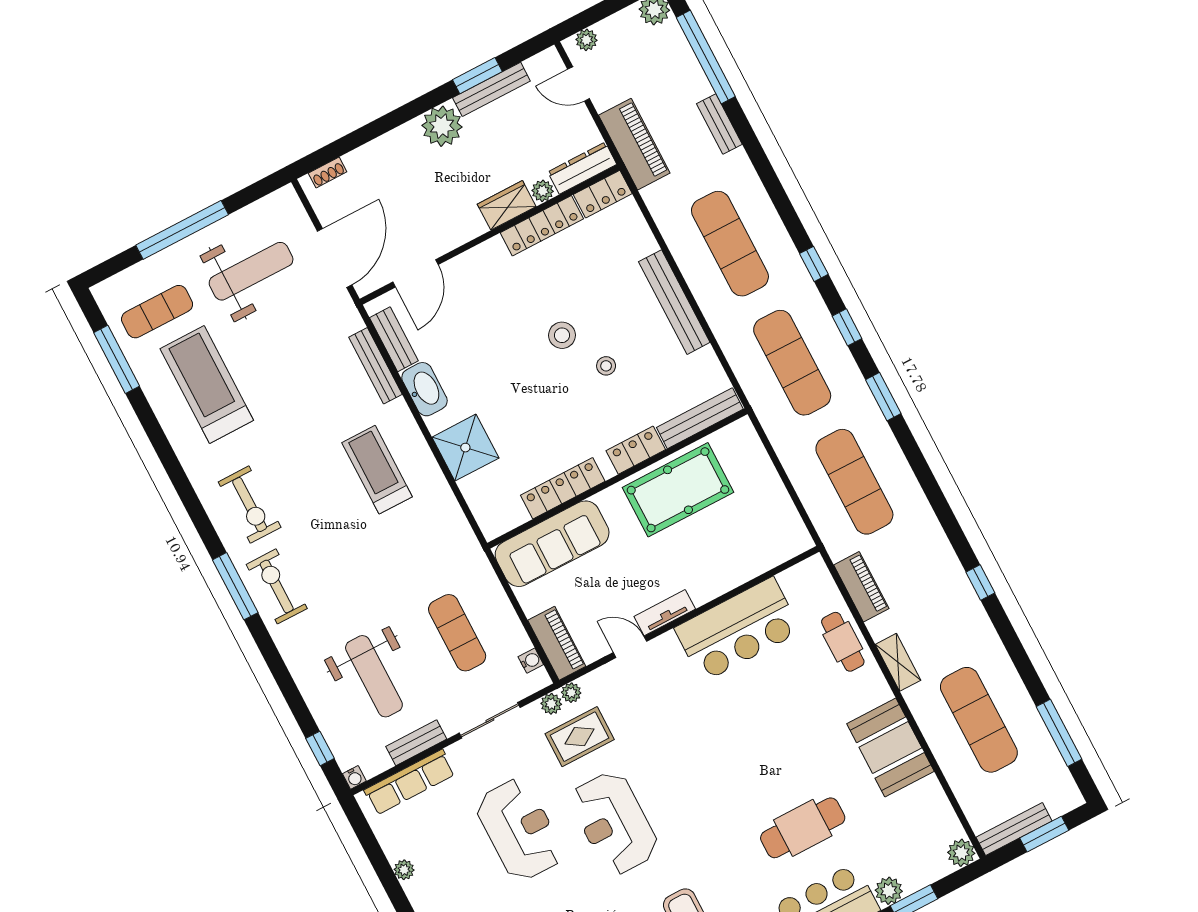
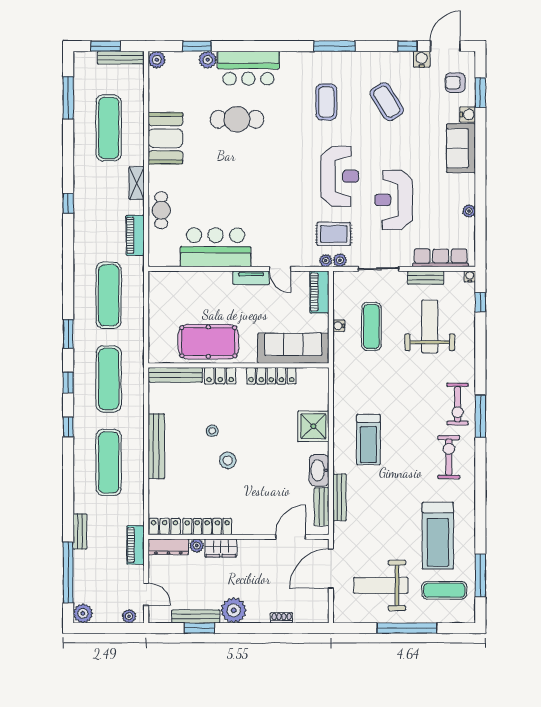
piano: (634, 144) -> (135, 545), width x0.73, depth x0.75
shoe rack: (328, 172) -> (282, 618), moved
water cooler: (531, 661) -> (339, 326), moved

